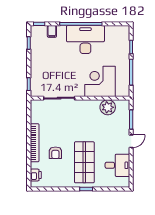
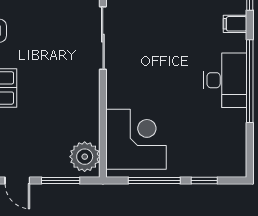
desk: (85, 40) -> (225, 80), width x0.73, depth x0.77
corner desk: (100, 81) -> (136, 139), moved
plant: (108, 107) -> (85, 157), moved

